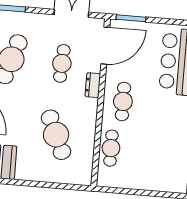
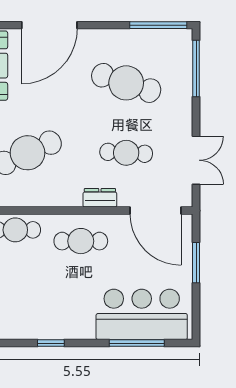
window: (131, 18) -> (196, 263), moved

